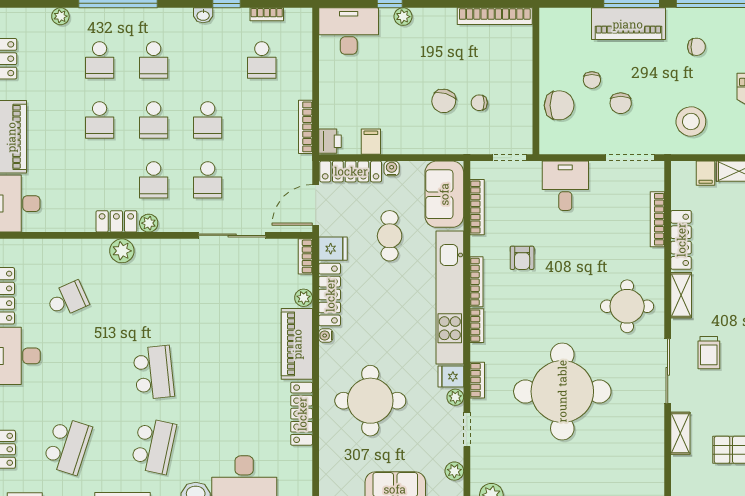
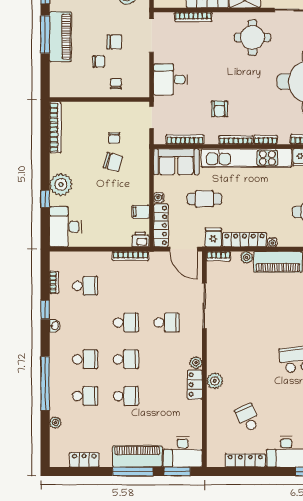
plant: (403, 17) -> (61, 184), width x1.87, depth x1.87
chair: (559, 105) -> (116, 84), width x0.54, depth x0.54
school desk: (154, 180) -> (167, 359), removed
armchair: (522, 258) -> (220, 109), turned 90

